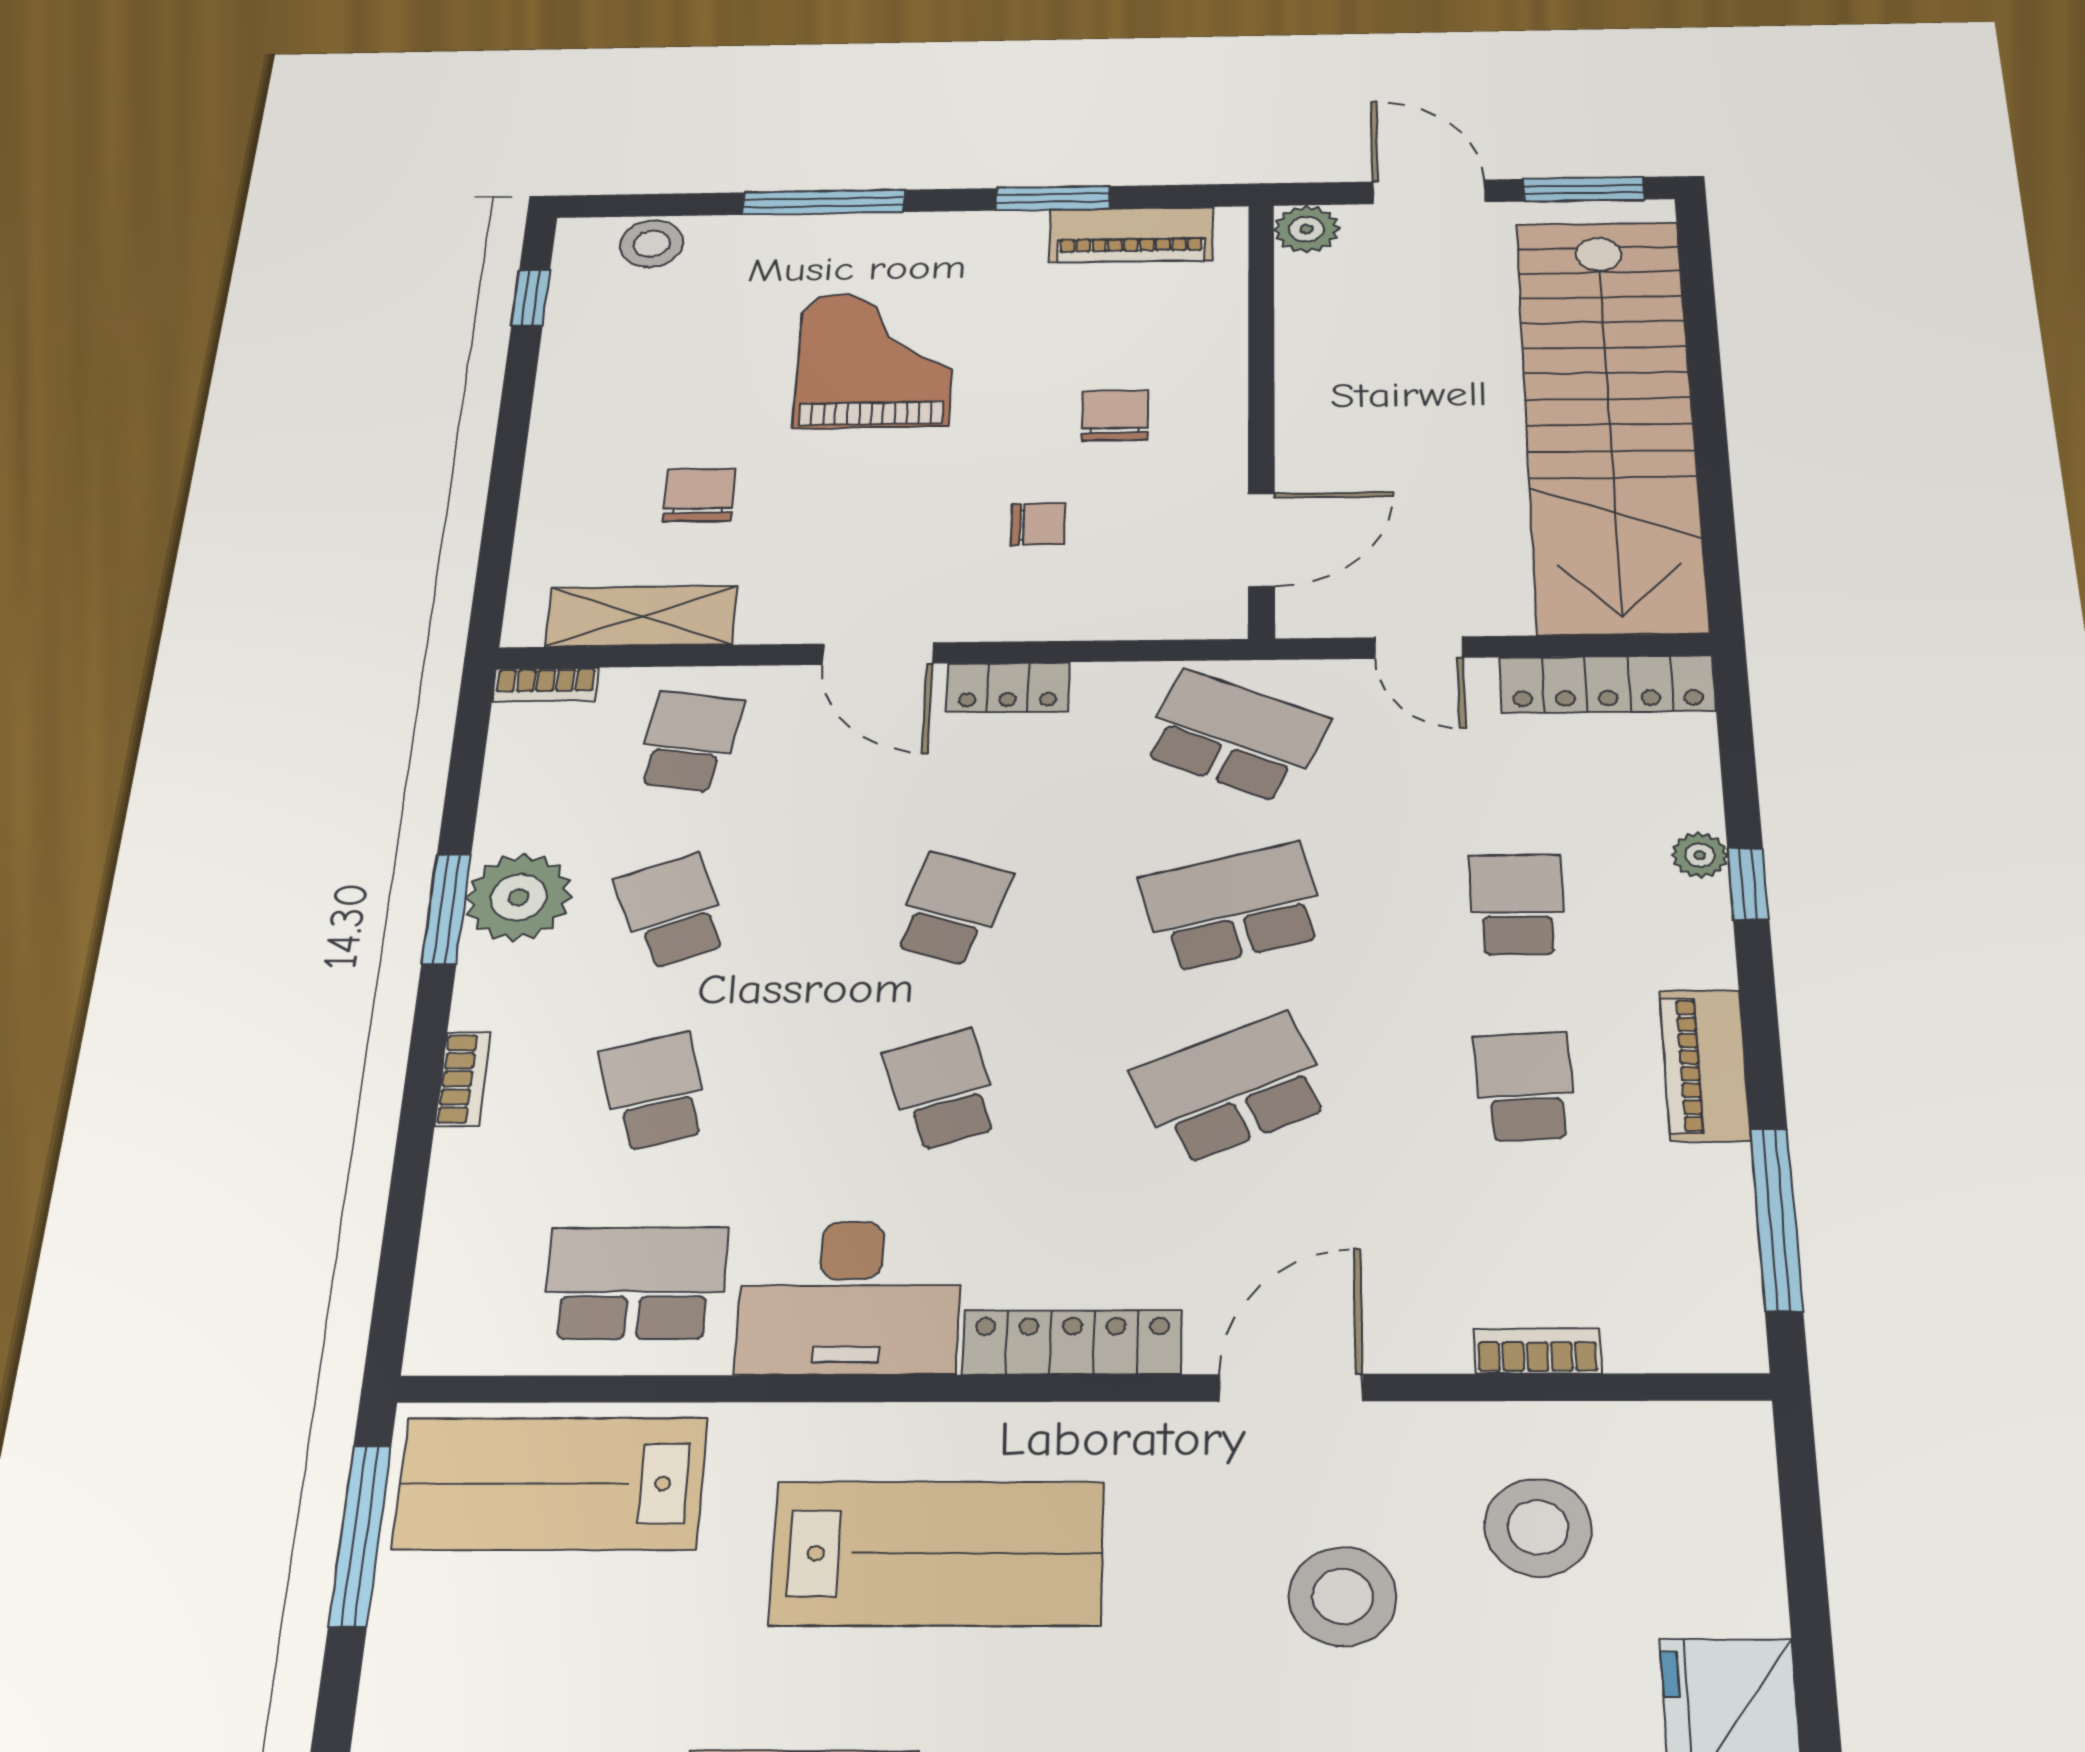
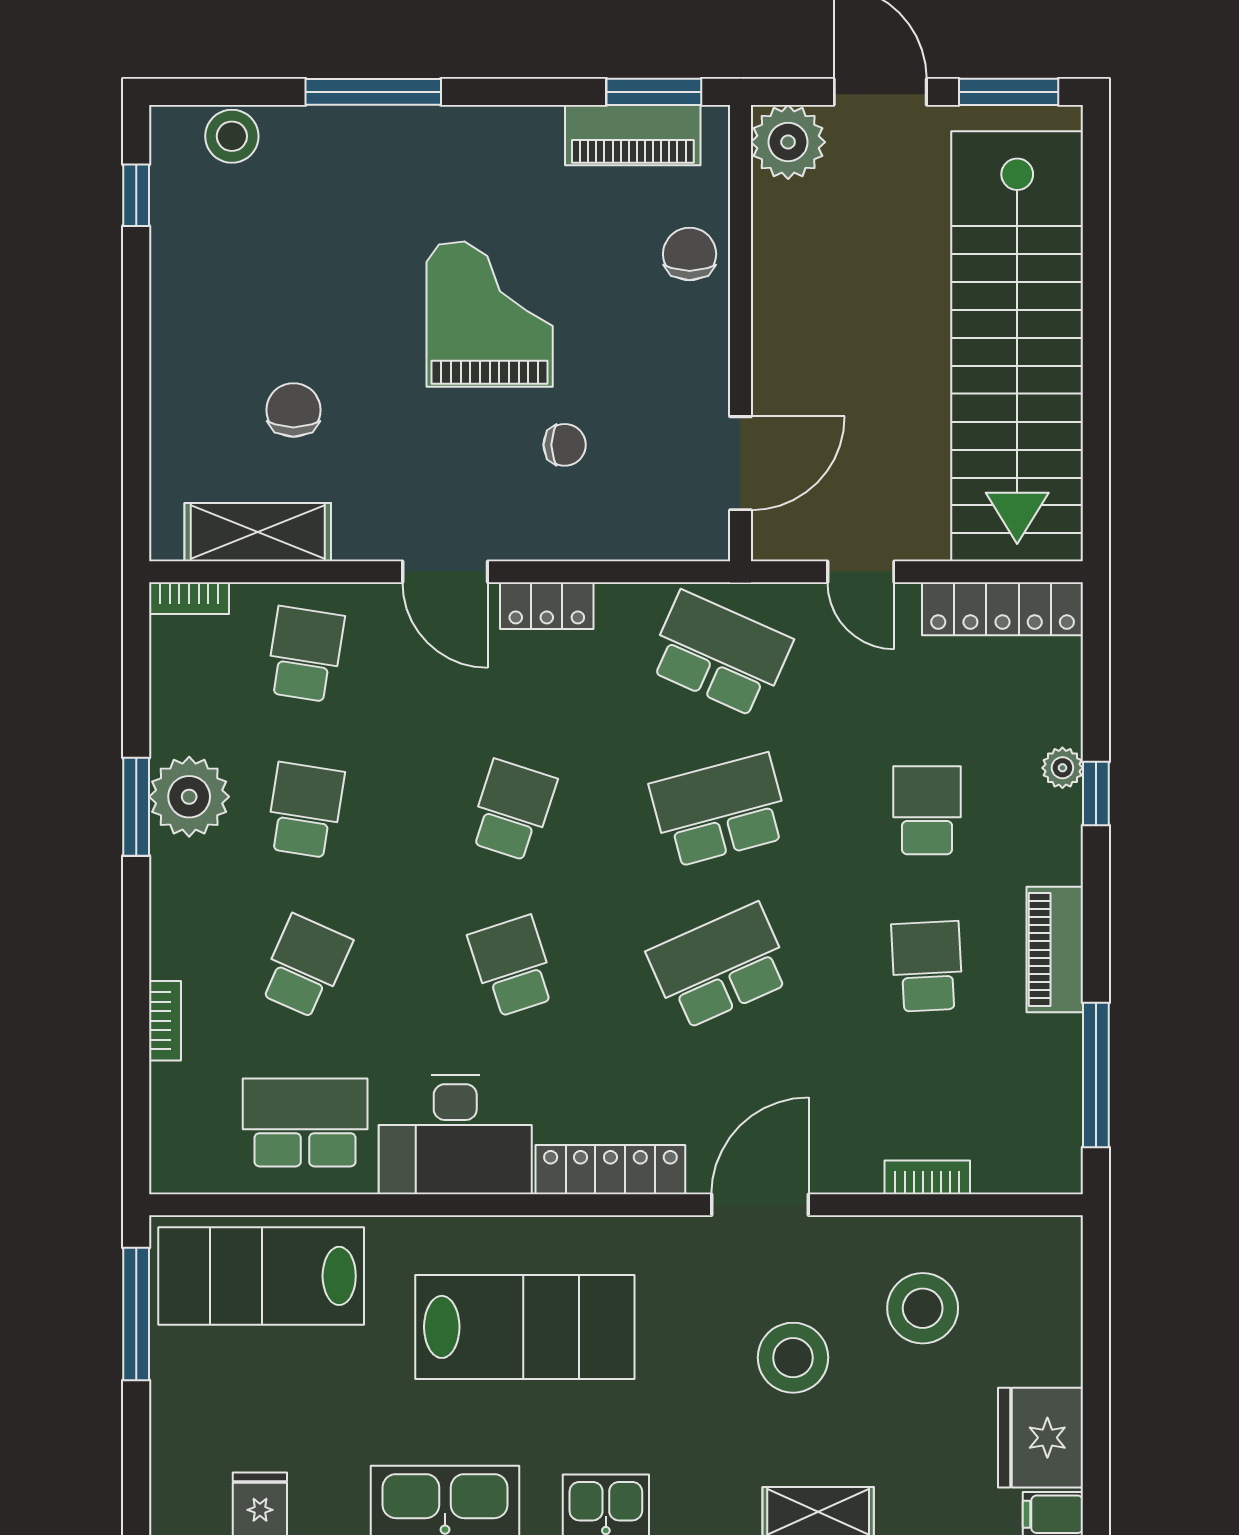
window: (1053, 198) -> (654, 92), moved
plant: (1307, 229) -> (788, 142), width x1.36, depth x1.36
grand piano: (875, 359) -> (490, 314), moved
chair: (1115, 415) -> (690, 254), moved
school desk: (672, 911) -> (305, 810), turned 30
bookcase: (463, 1079) -> (165, 1021), moved
school desk: (654, 1091) -> (305, 966), turned 39

